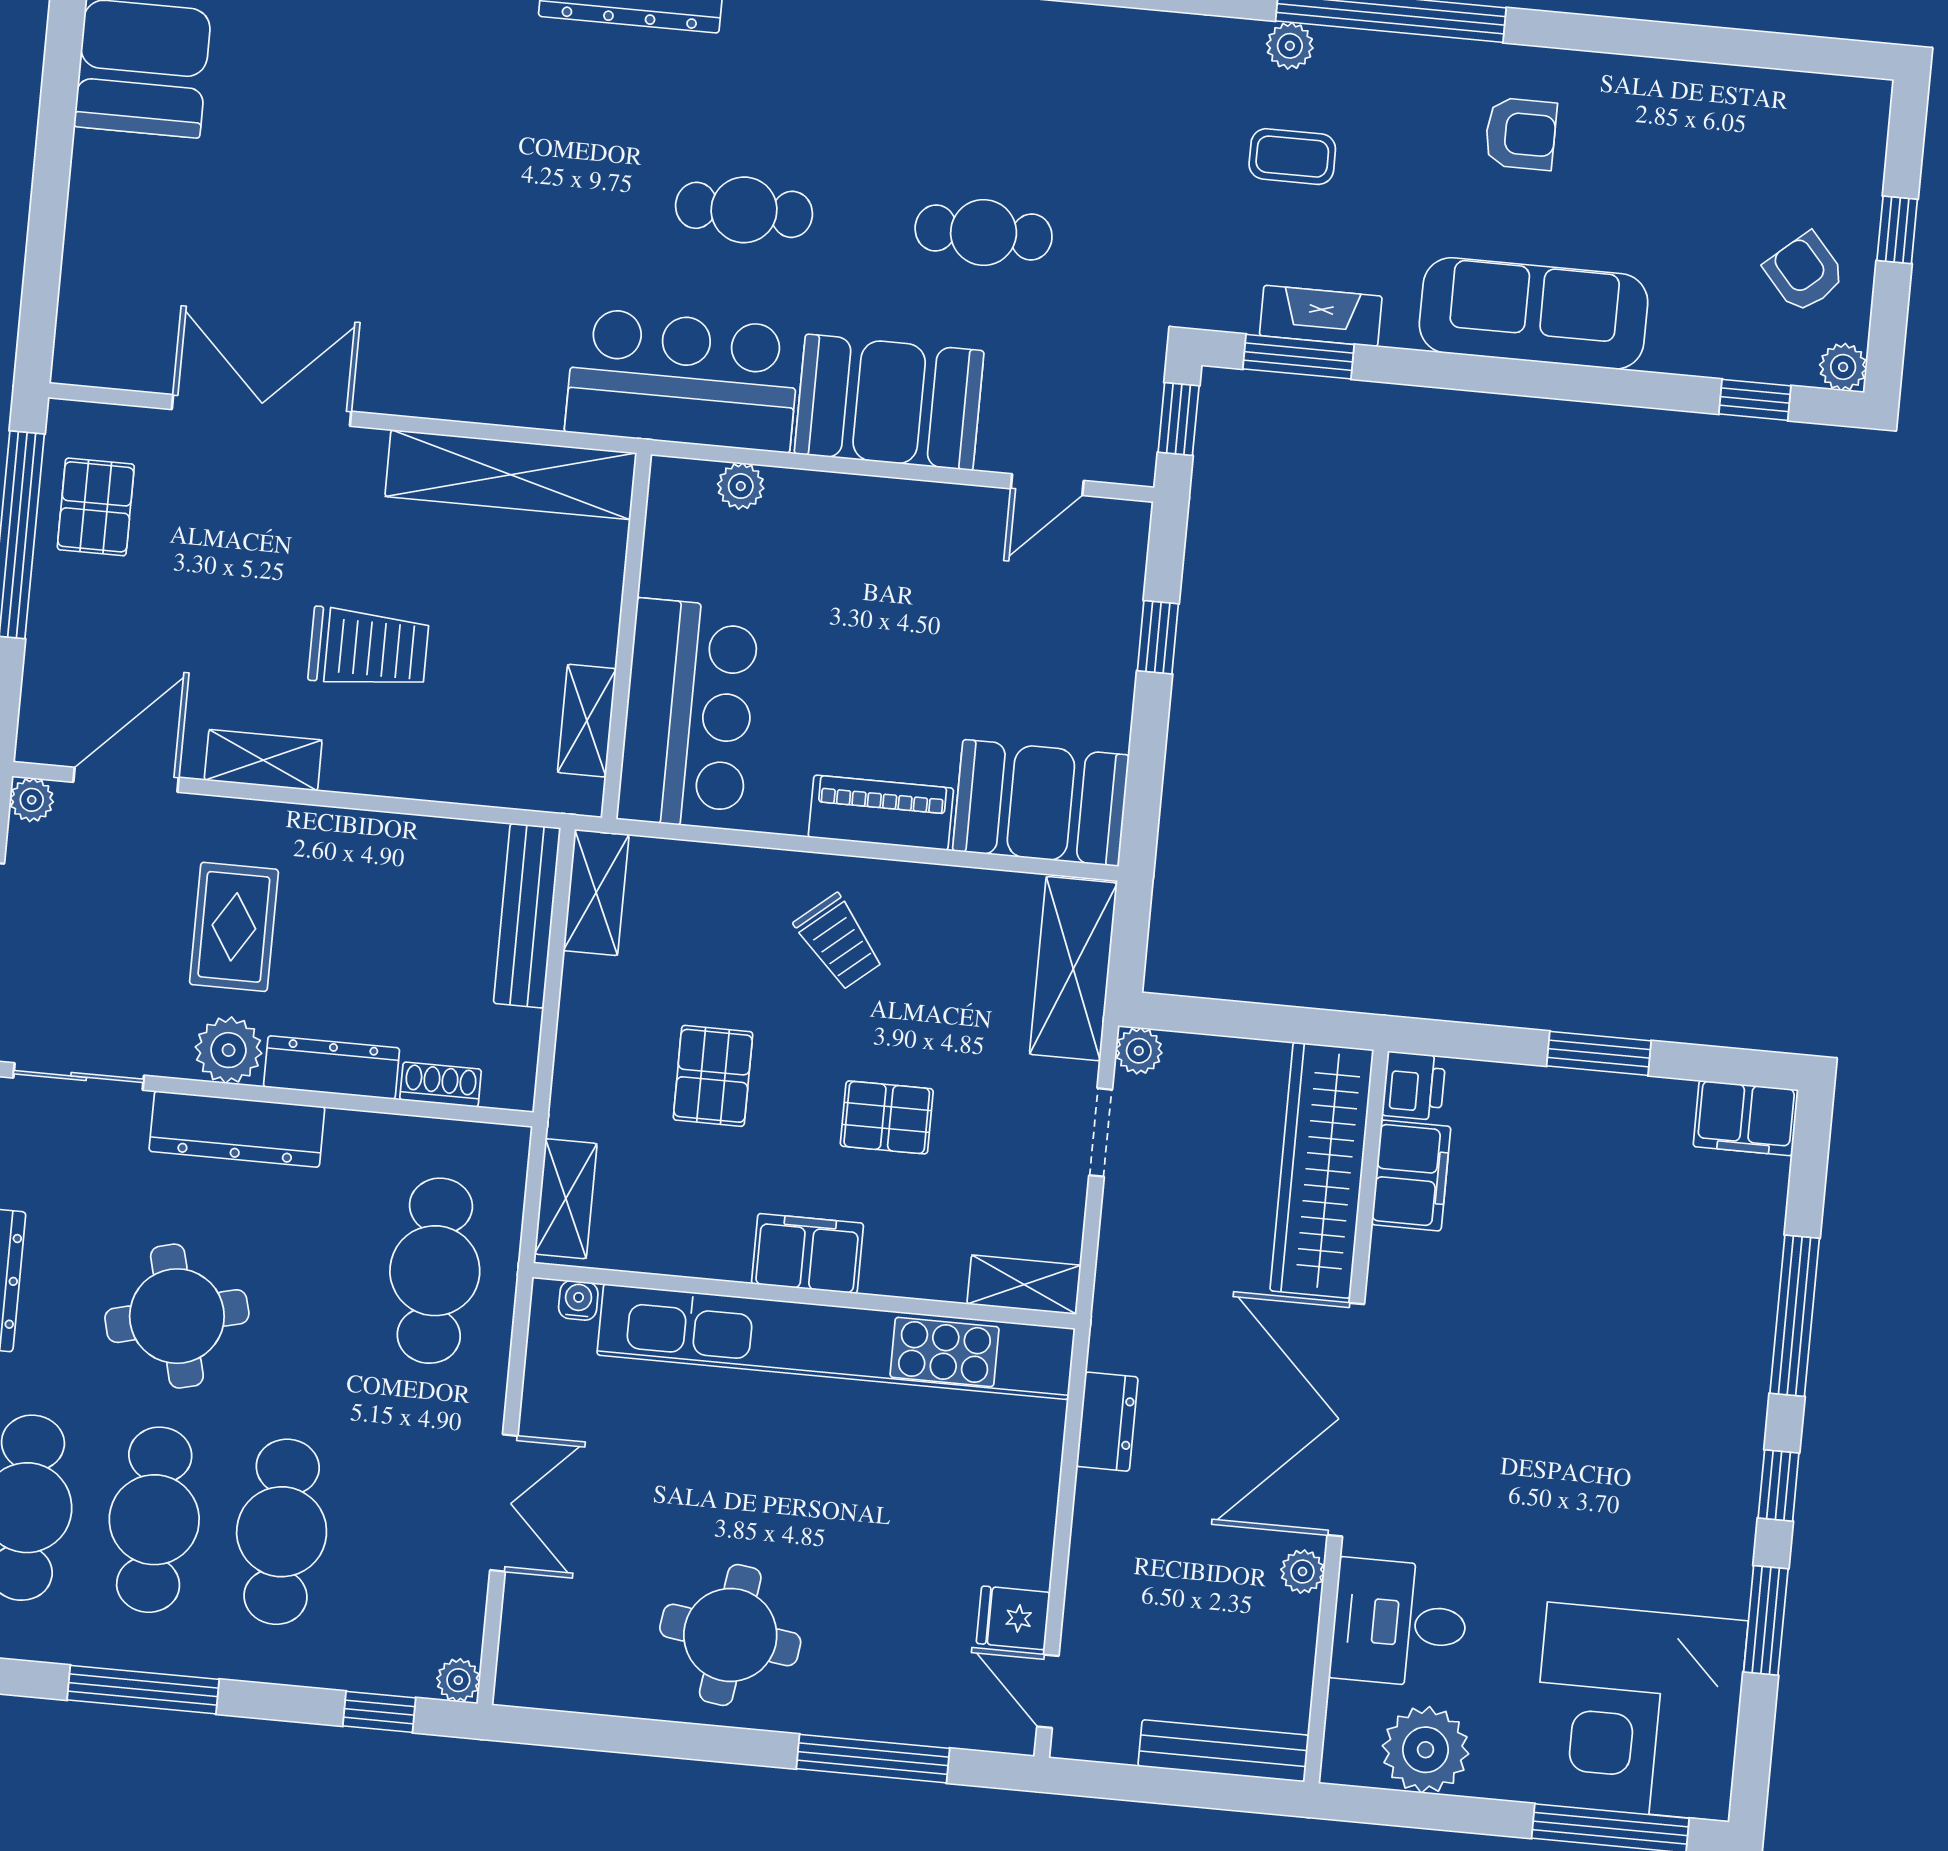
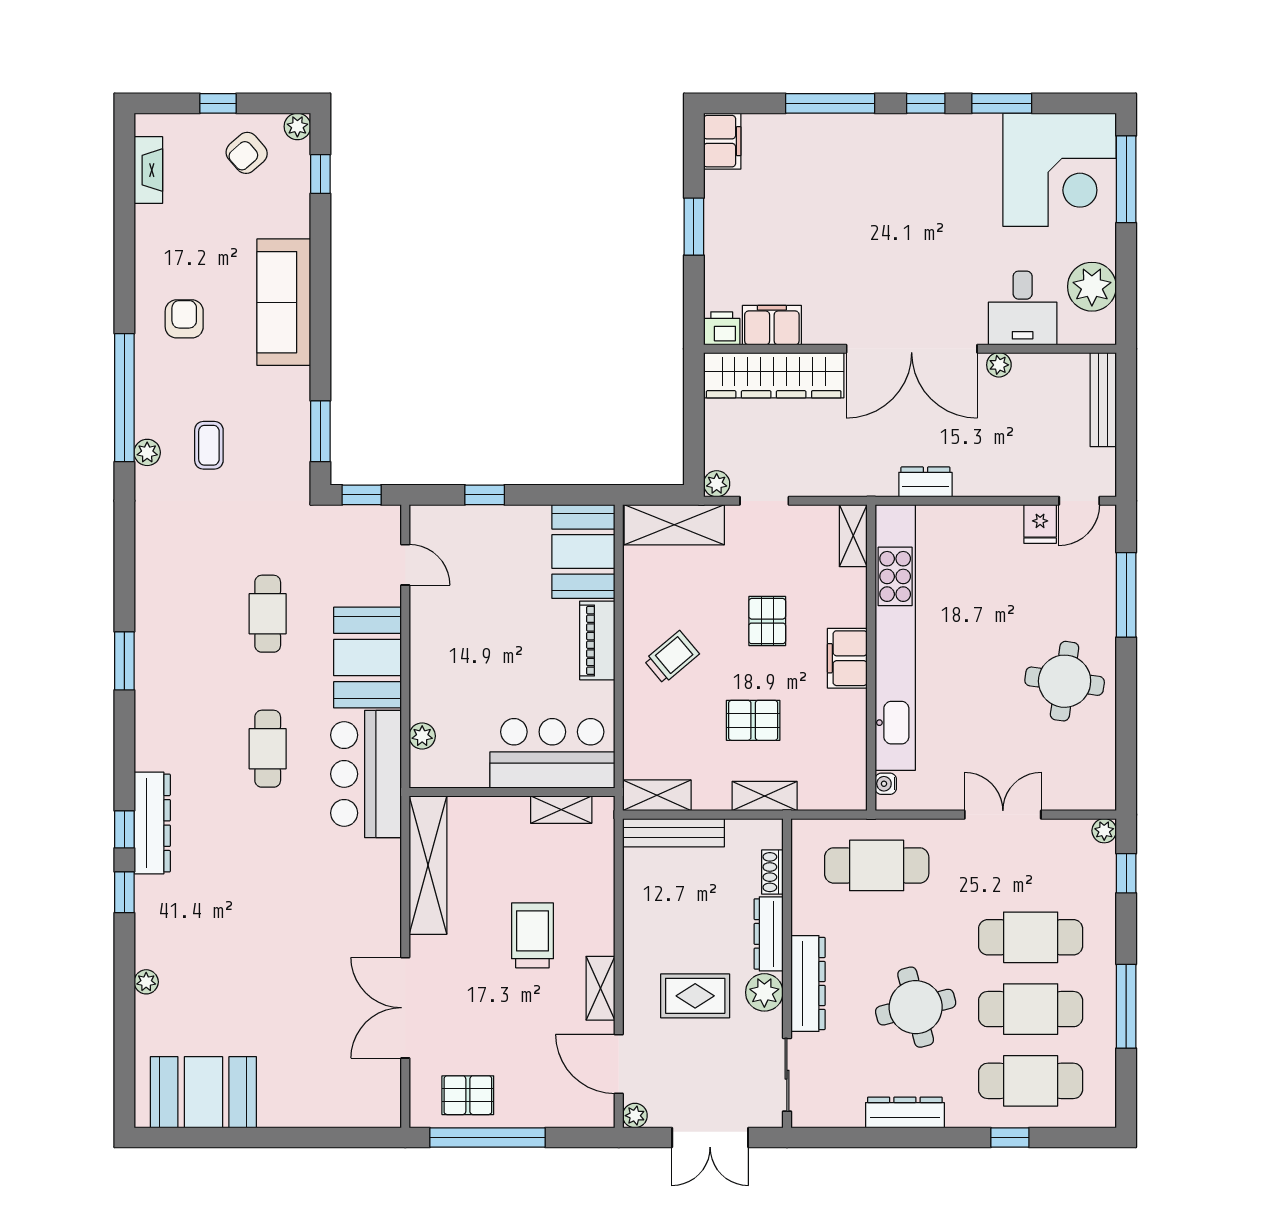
fireplace: (1321, 316) -> (148, 170), moved, turned 180
shelving: (566, 1199) -> (765, 796), moved

